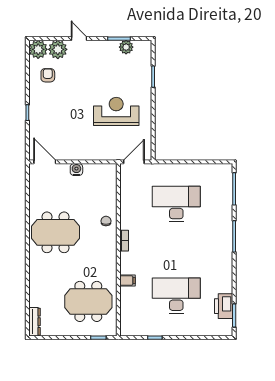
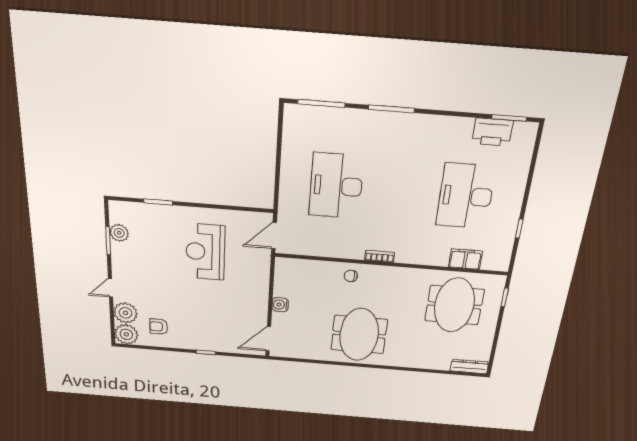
door: (134, 162) -> (274, 236), hinge flipped
filing cabinet: (127, 281) -> (465, 259), moved, width x2.00

